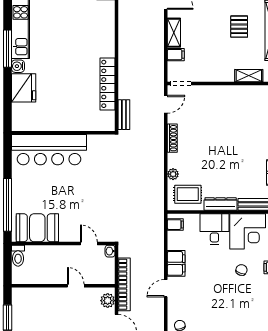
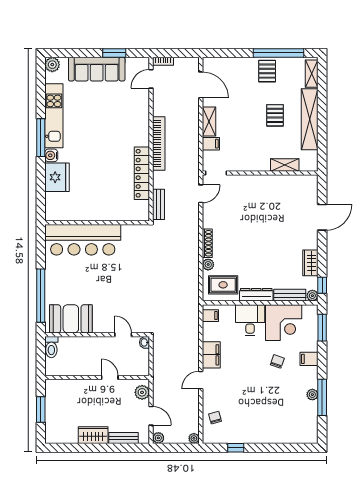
shoe rack: (172, 138) -> (207, 243), moved
bookcase: (124, 284) -> (159, 144), moved

